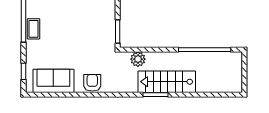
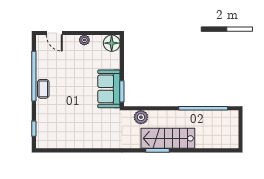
sofa: (53, 81) -> (109, 89), moved, turned -90
armchair: (92, 83) -> (98, 139), removed

